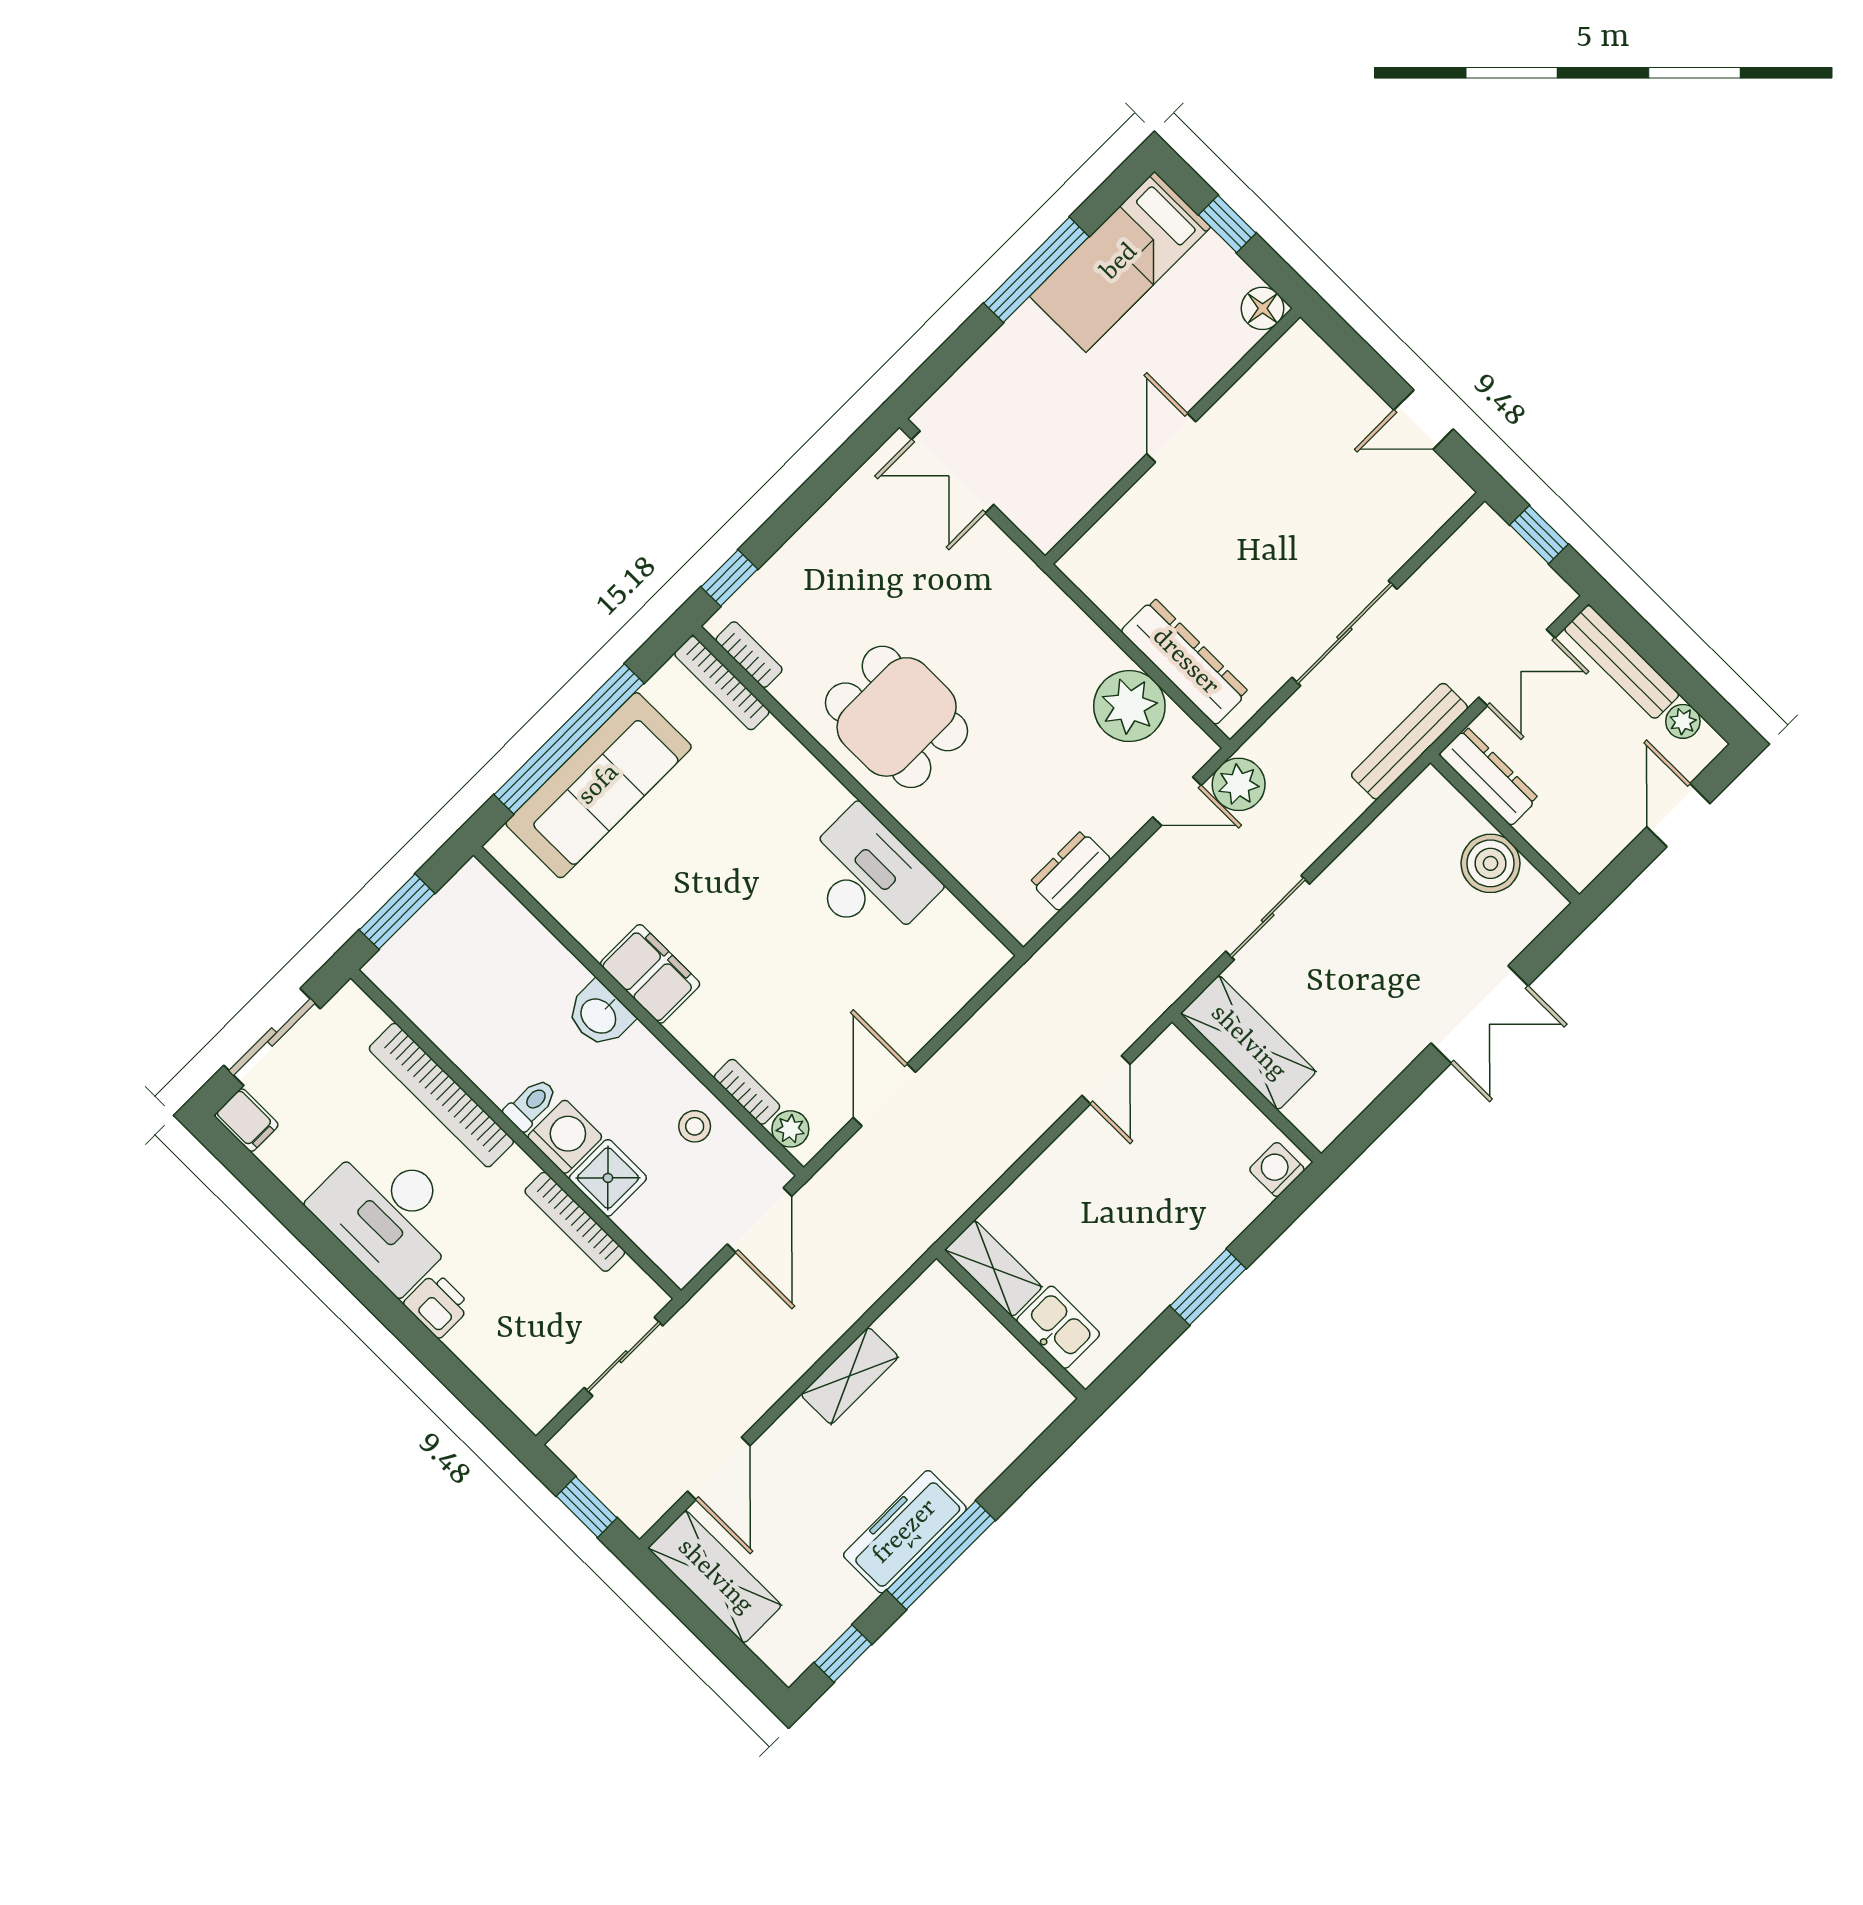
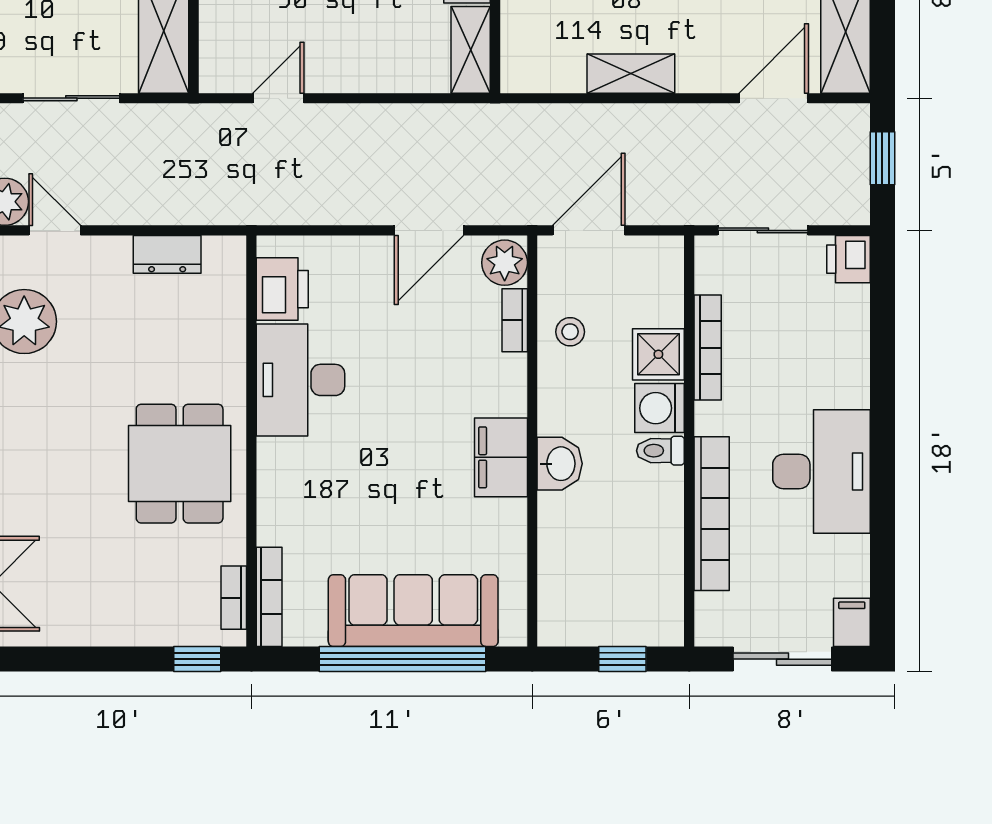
window: (397, 912) -> (622, 659), width x0.67
printer: (953, 934) -> (282, 289), added
plant: (790, 1129) -> (505, 263), width x1.38, depth x1.38
printer: (437, 1305) -> (849, 259), moved

